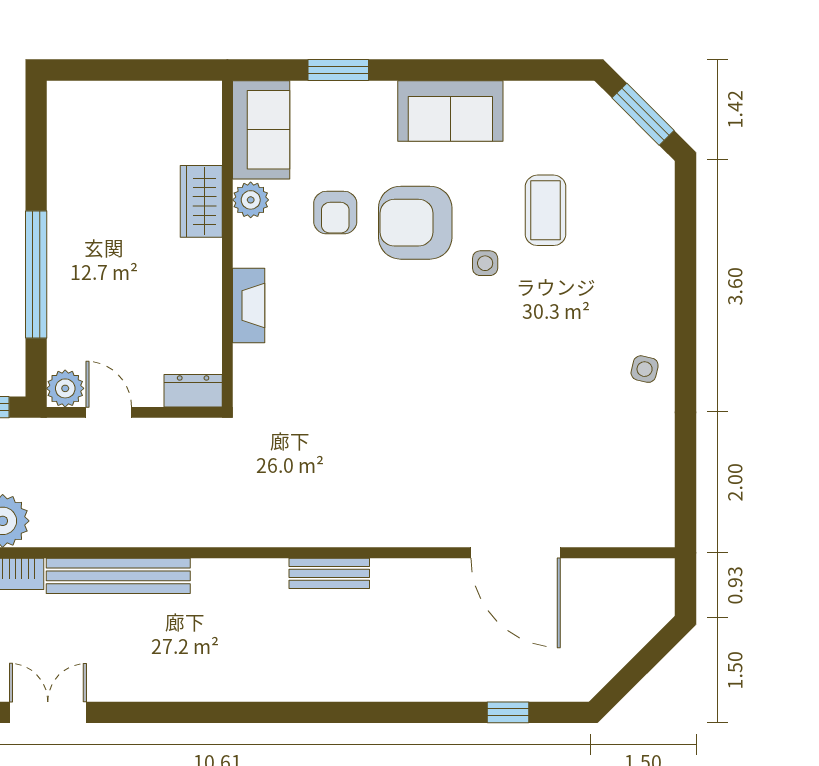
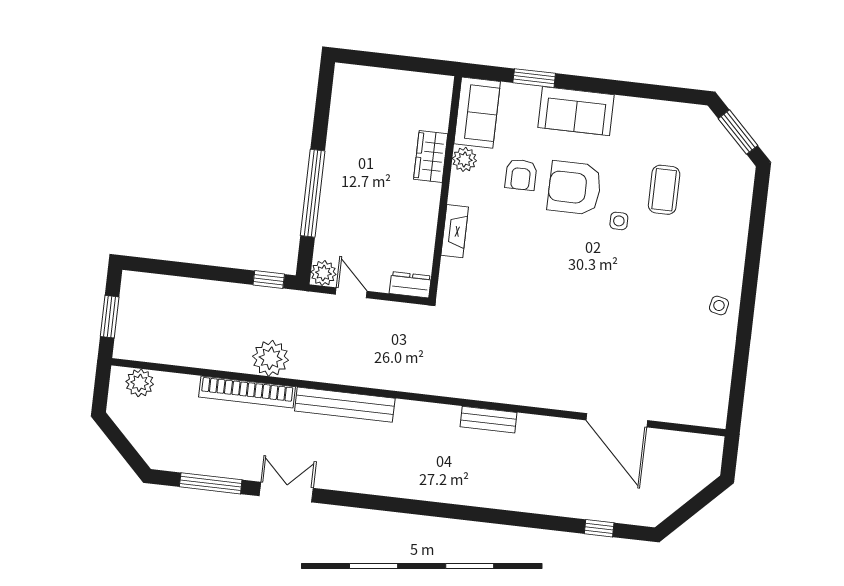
sofa: (450, 111) -> (576, 111), moved

